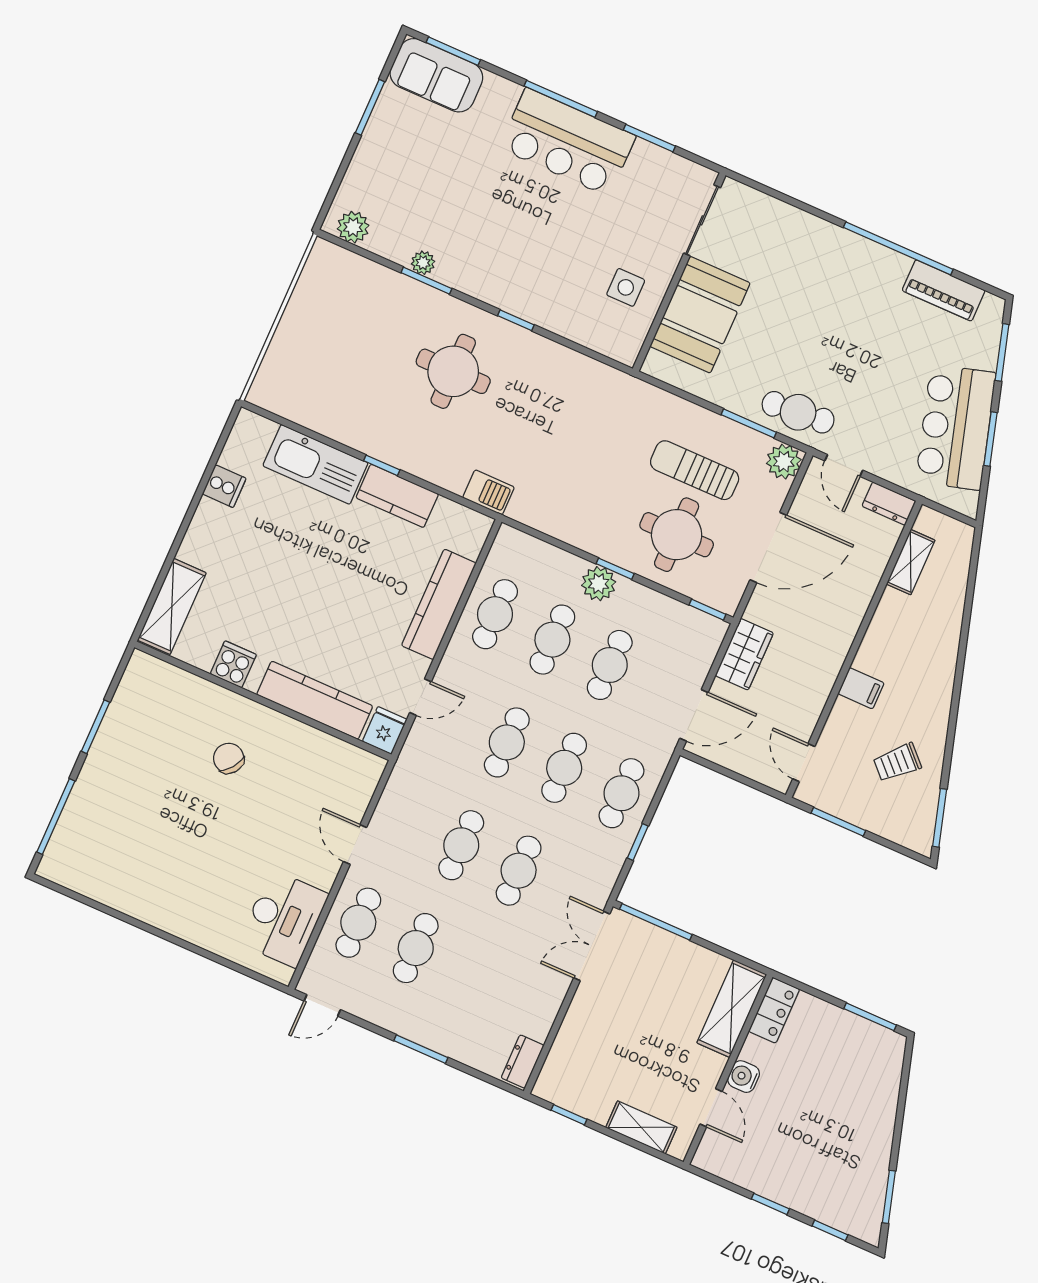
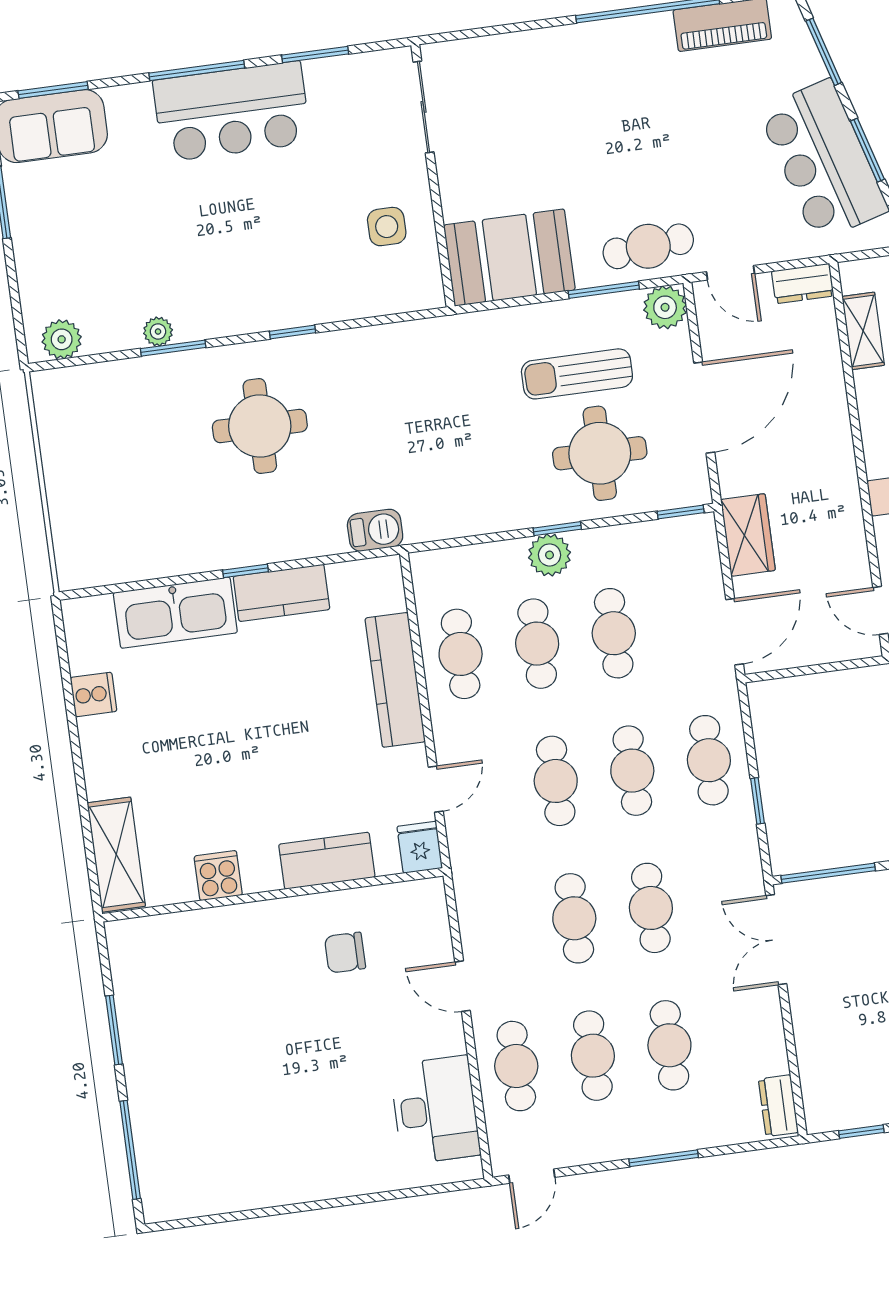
booth: (700, 315) -> (509, 257), moved, turned 90
kitchen counter: (315, 700) -> (327, 861), width x0.67
chair: (229, 758) -> (345, 953), moved, turned -36
cafe table: (473, 973) -> (669, 1045), added

